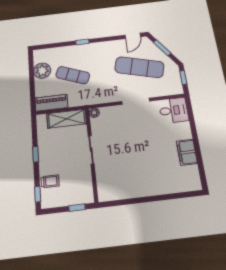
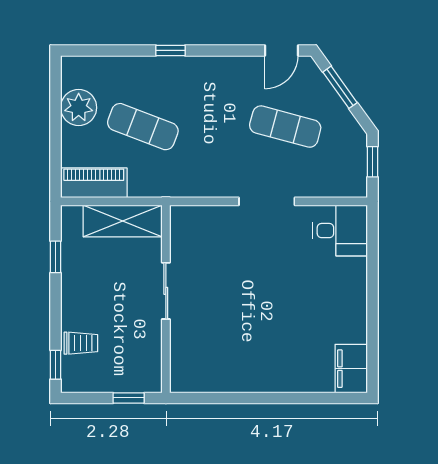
exercise mat: (139, 67) -> (285, 127), width x0.73, depth x0.69
plant: (94, 113) -> (180, 215), removed
filing cabinet: (187, 152) -> (351, 369), moved
window: (36, 154) -> (55, 257), moved

